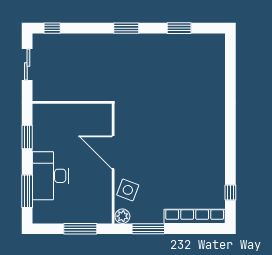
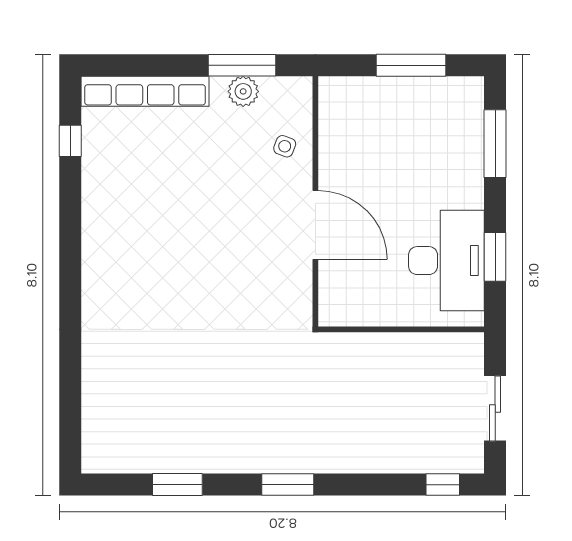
desk: (50, 176) -> (446, 261), moved
side table: (128, 190) -> (285, 146), width x0.54, depth x0.54
plant: (122, 216) -> (243, 91), moved
window: (80, 229) -> (411, 65), moved

